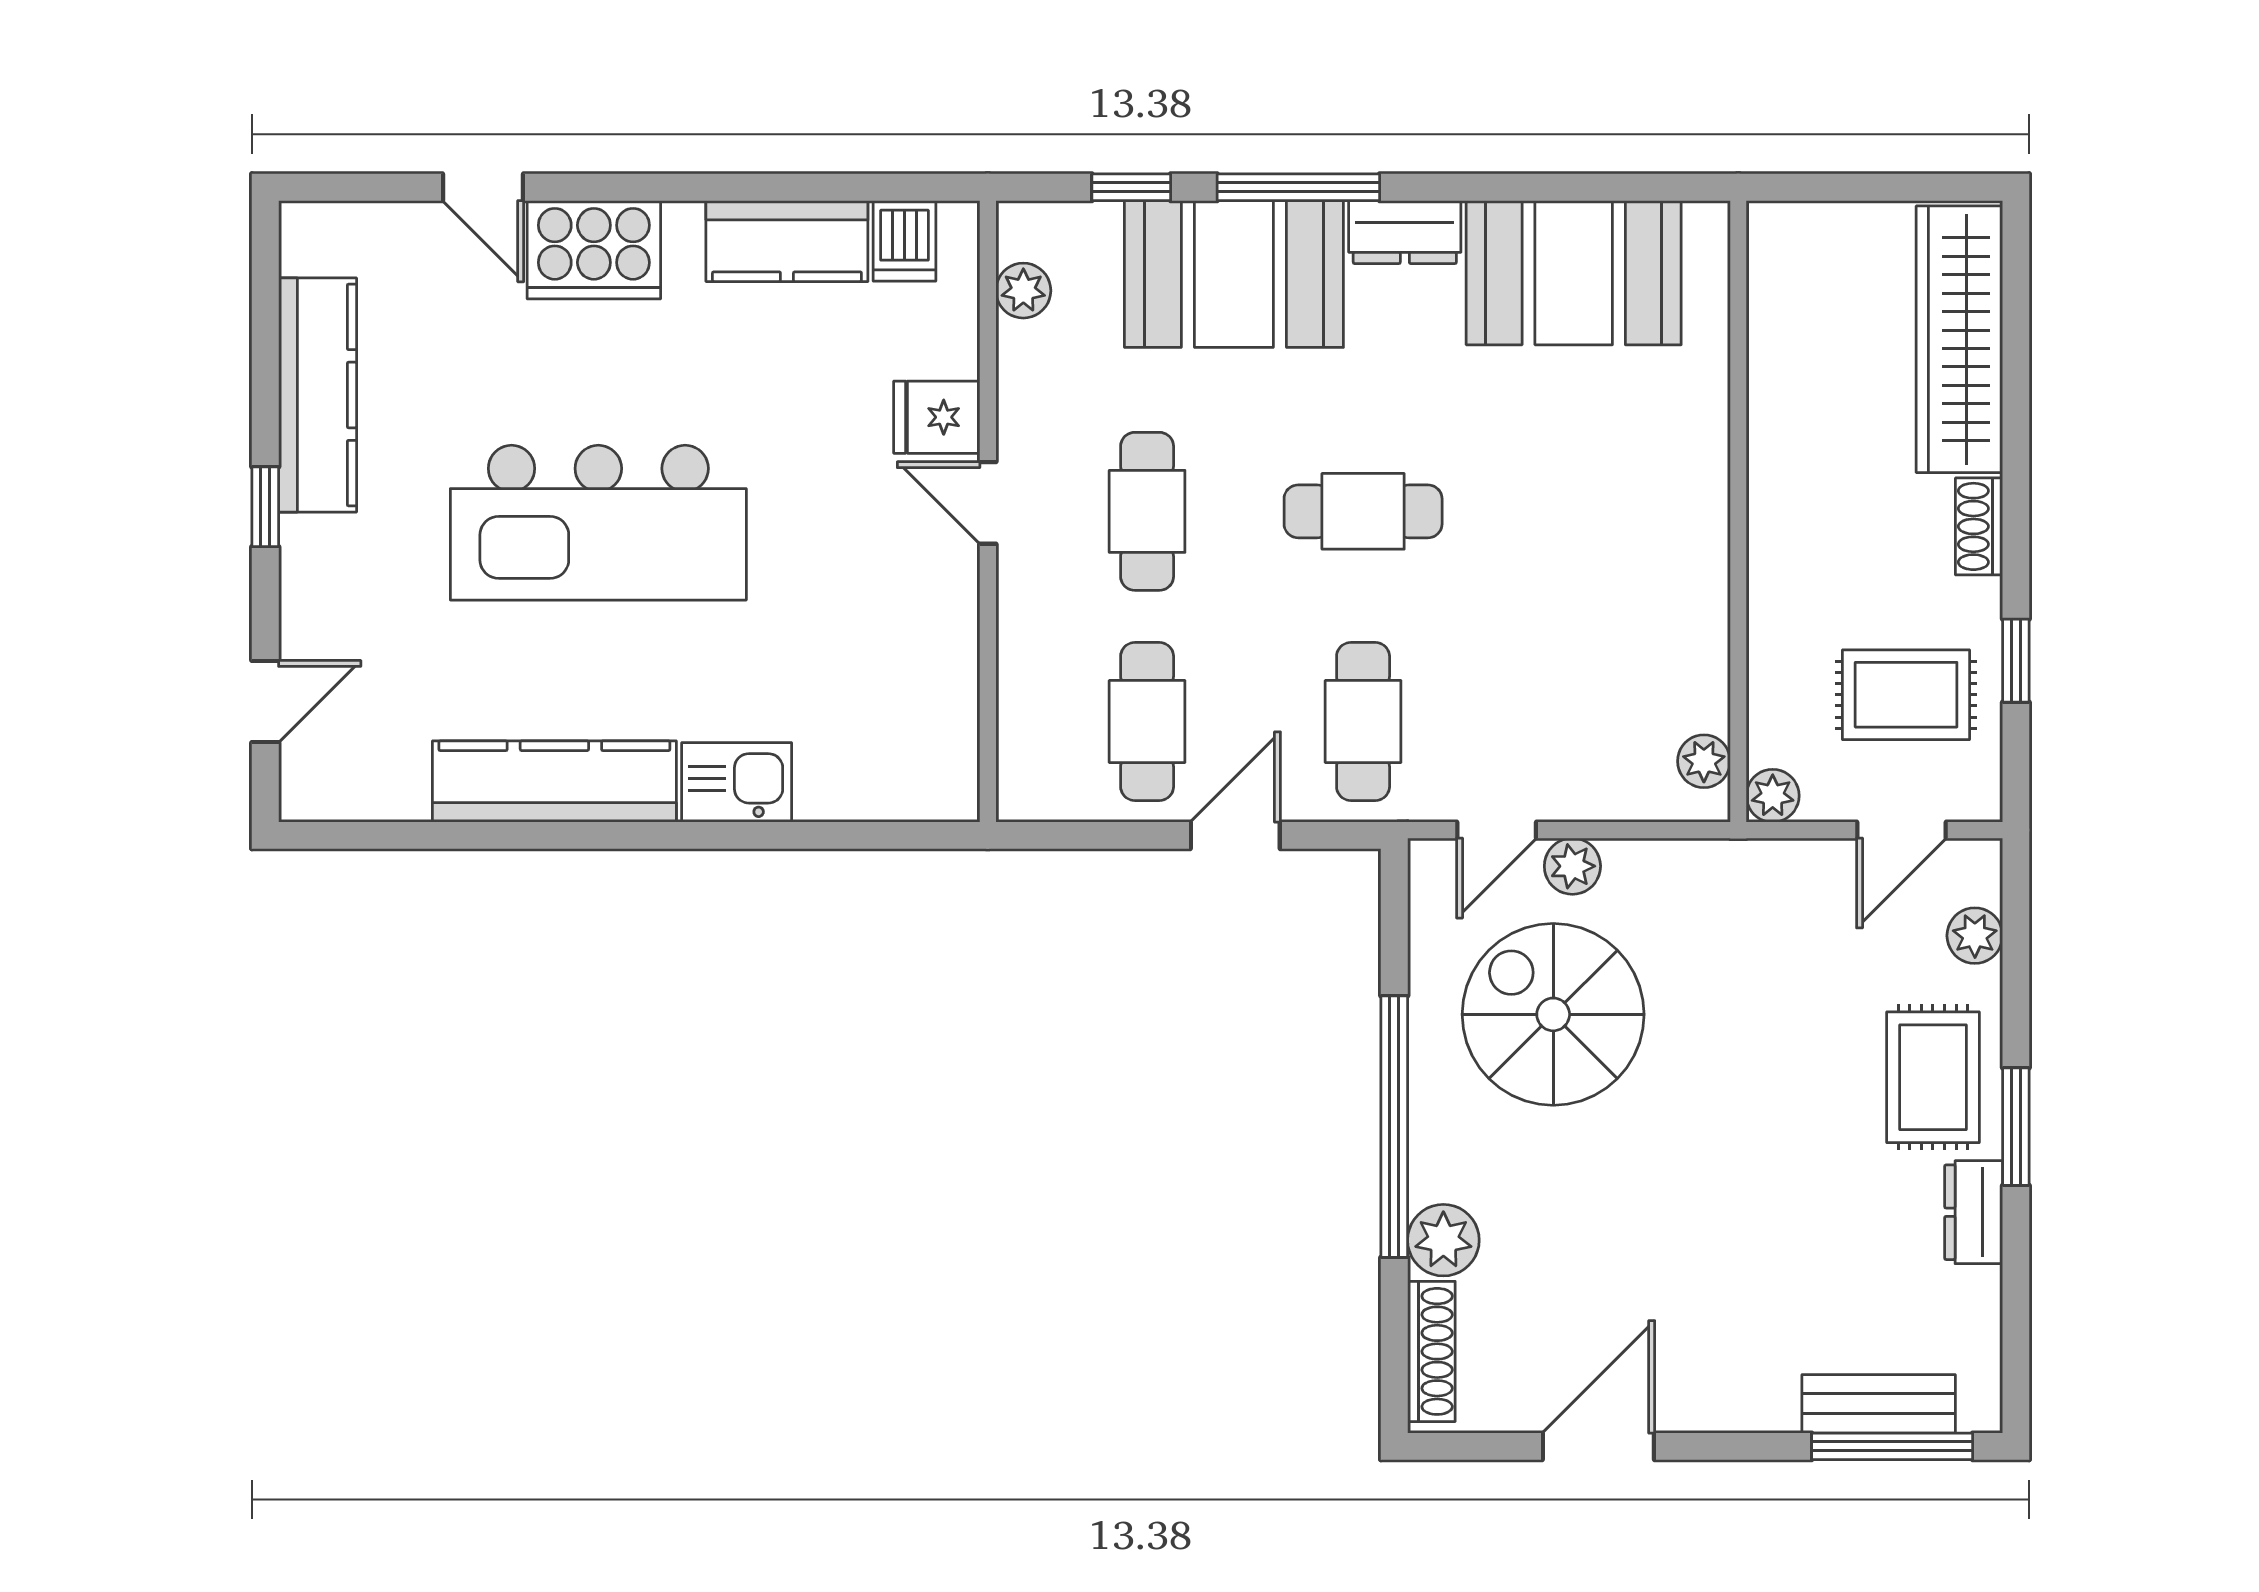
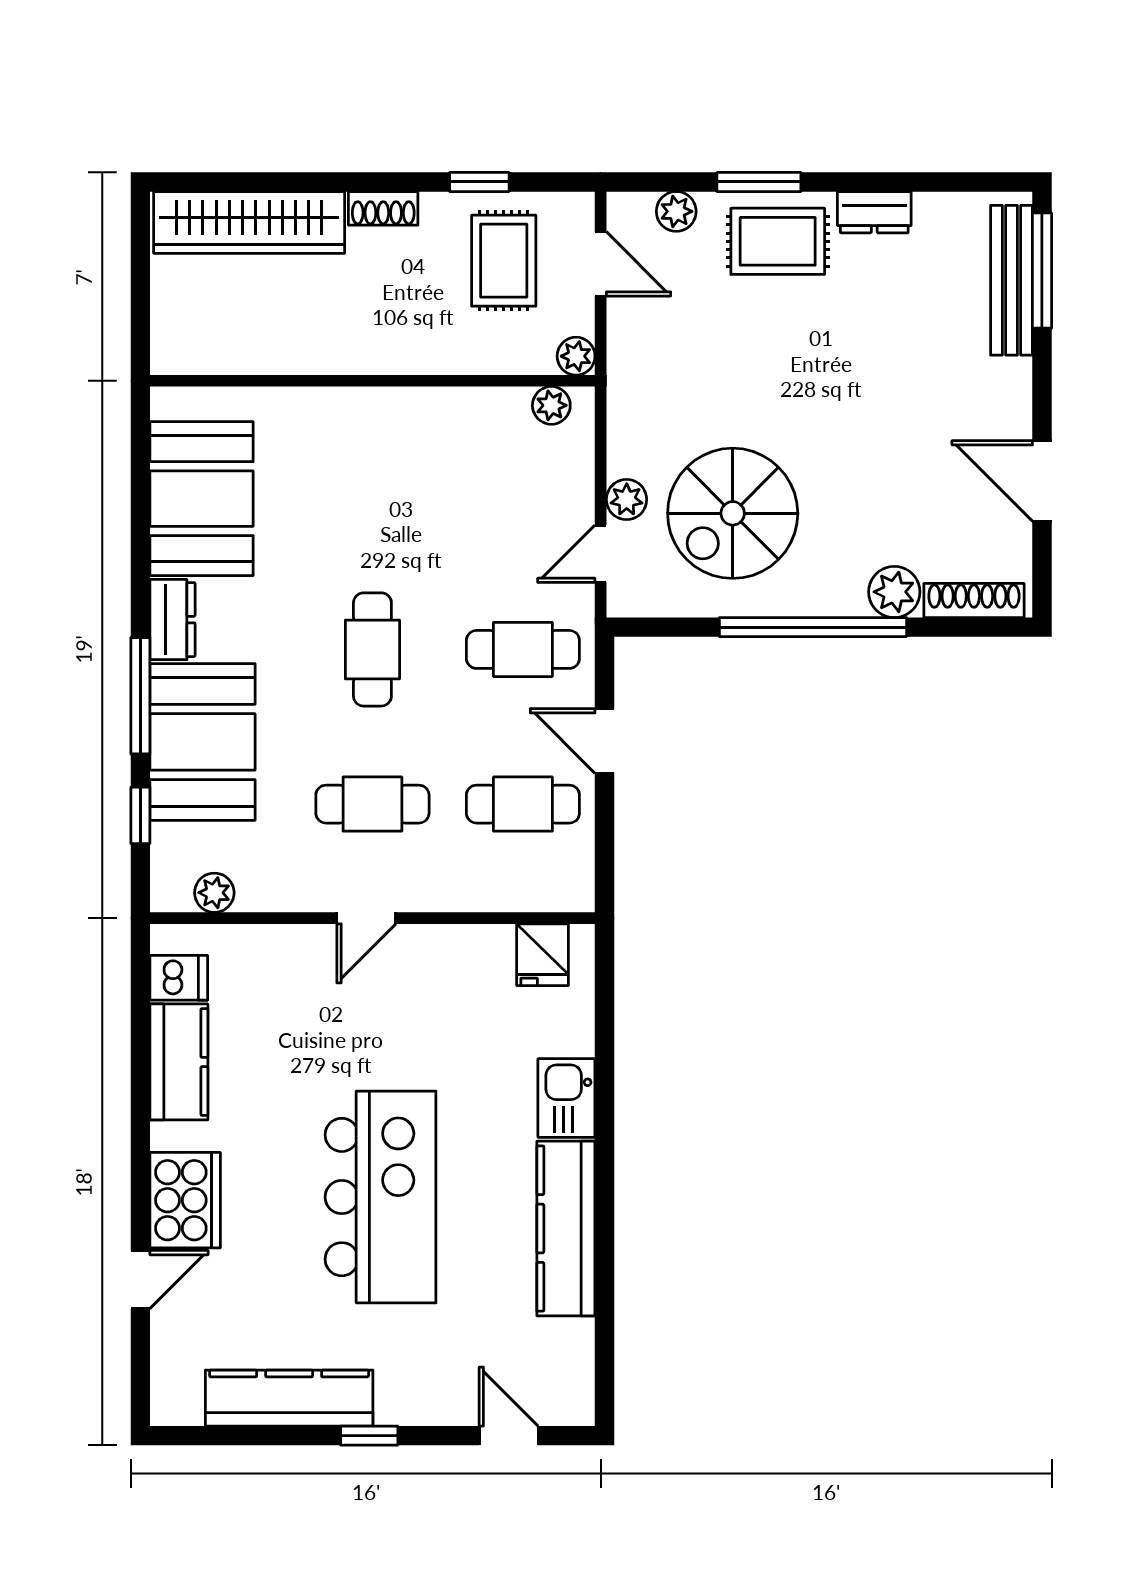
fridge: (937, 417) -> (543, 955), moved
door: (1497, 830) -> (601, 554), swing flipped
window: (2016, 1127) -> (759, 182), moved
bench: (1879, 1404) -> (1012, 280), width x1.36

